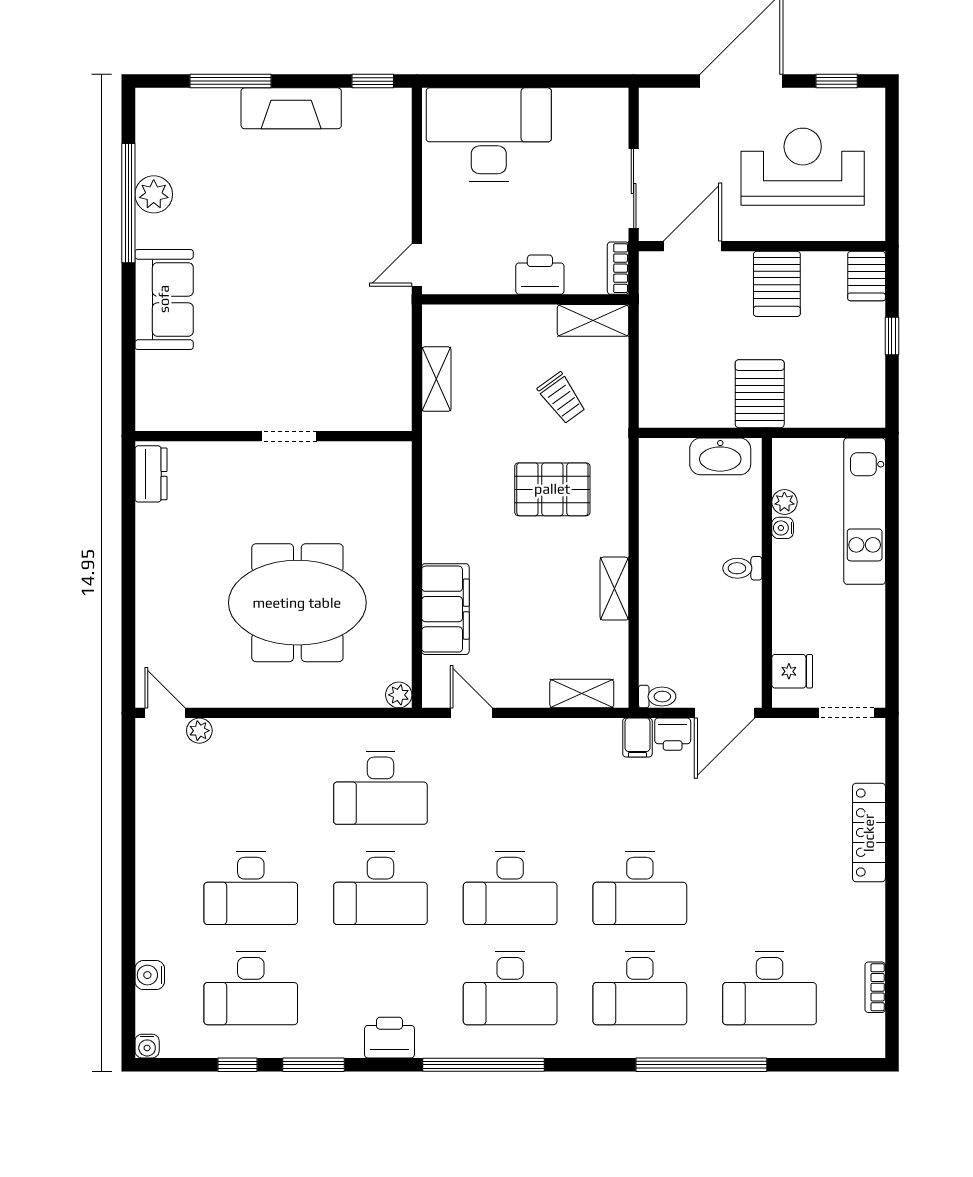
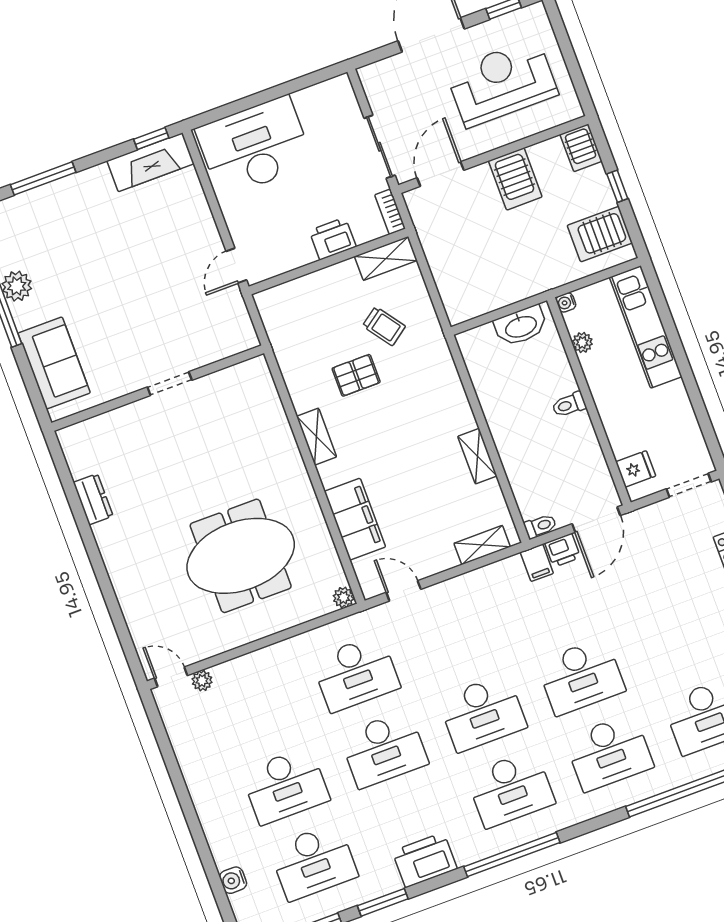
fireplace: (291, 108) -> (151, 162), moved
shelving: (436, 379) -> (317, 437), moved
server rack: (760, 394) -> (600, 234), moved, turned -90
wall: (273, 436) -> (158, 388), moved
doorway: (289, 436) -> (170, 384), moved
pallet: (552, 489) -> (356, 375), moved, width x0.67, depth x0.71
water cooler: (783, 528) -> (566, 302), moved
printer: (389, 1038) -> (425, 860), width x1.37, depth x1.19

